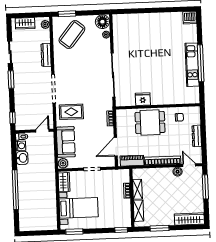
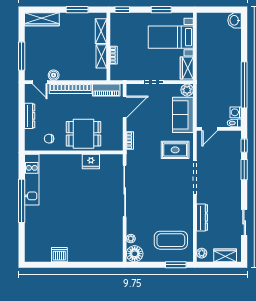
dishwasher: (190, 18) -> (59, 255), moved
coffee table: (72, 35) -> (171, 240), turned 51
kitchen unit: (192, 65) -> (32, 180), moved
window: (11, 79) -> (244, 170), moved
washbasin: (22, 158) -> (235, 20), moved
window: (15, 190) -> (244, 85), moved
window: (74, 232) -> (161, 10), moved

